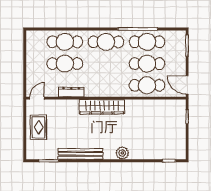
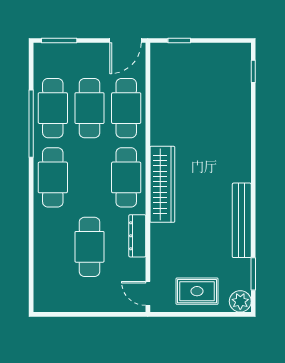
cafe table: (65, 42) -> (126, 177), moved
plant: (122, 153) -> (240, 301), moved

